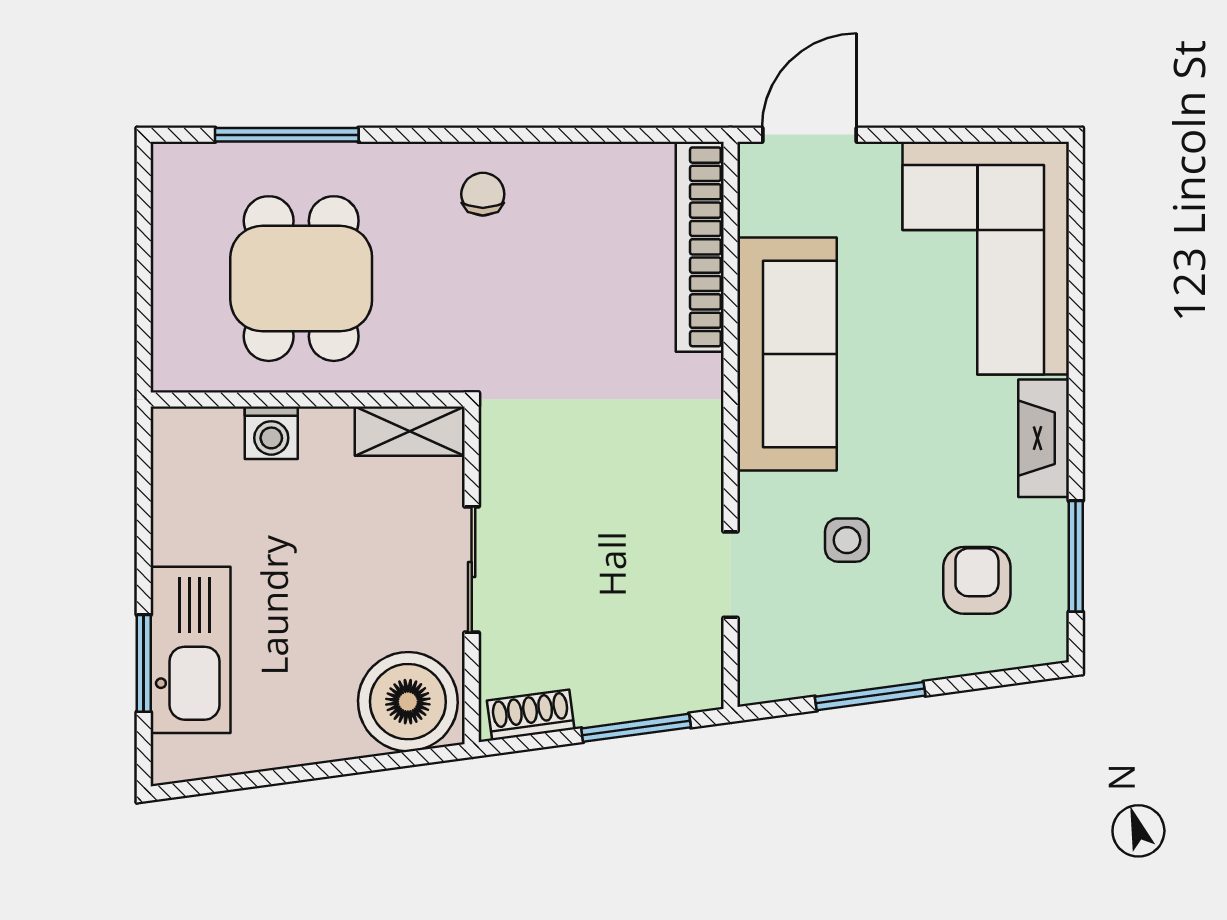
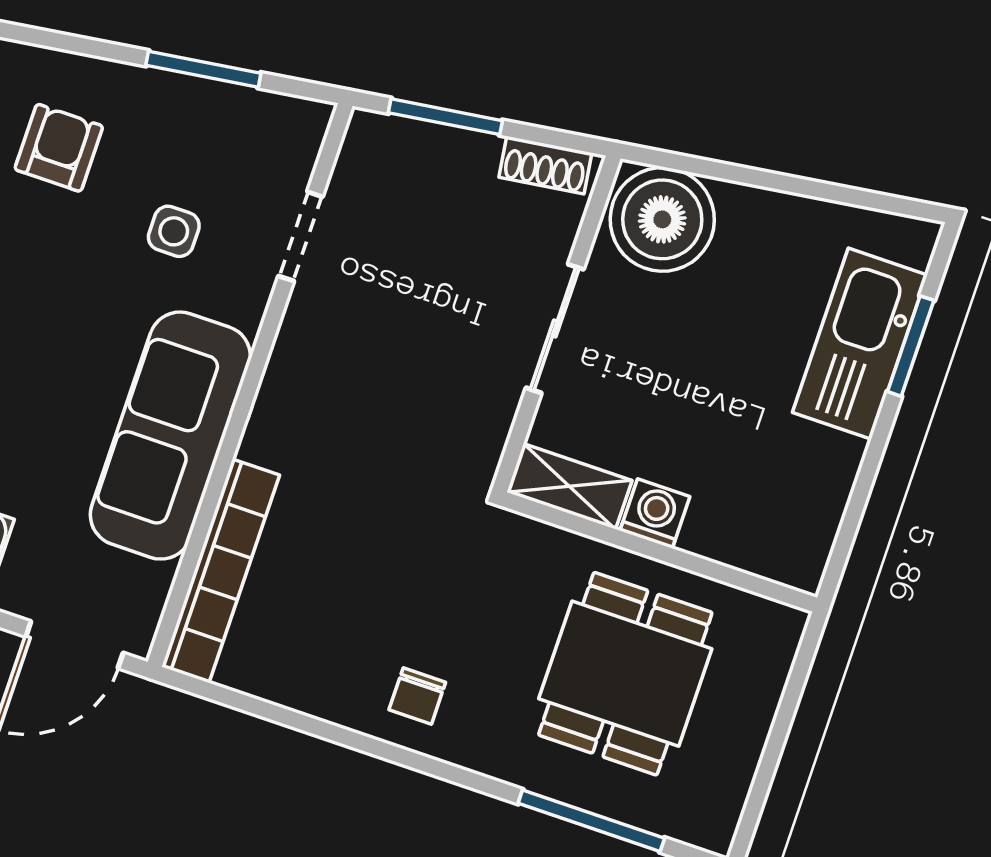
washing machine: (271, 433) -> (655, 514), moved
armchair: (977, 580) -> (59, 148), turned 180

